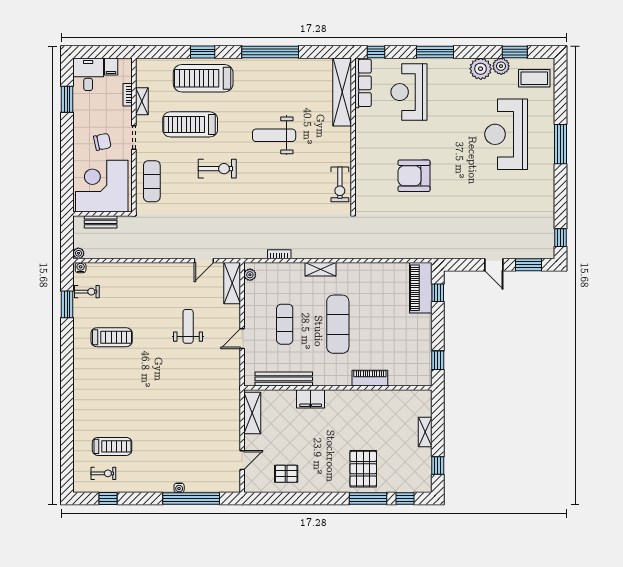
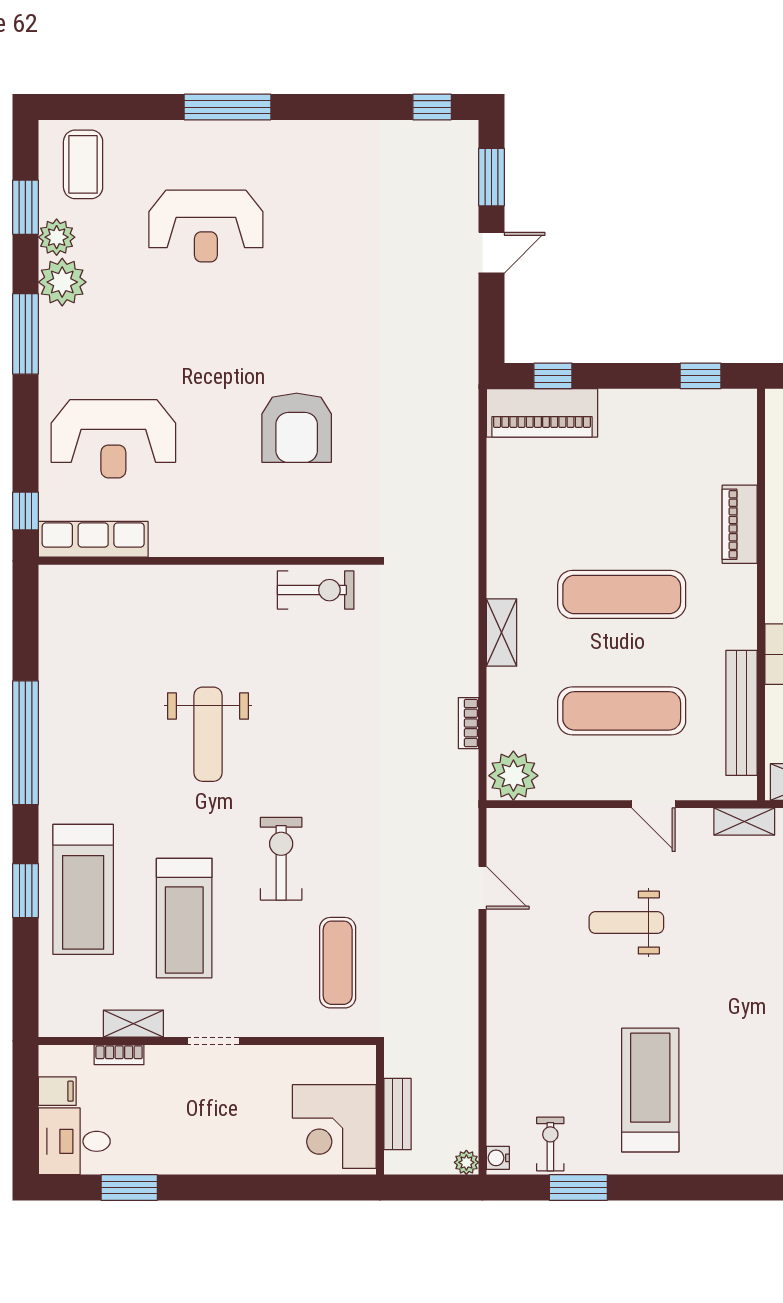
window: (435, 52) -> (25, 334), moved
shelving: (342, 92) -> (113, 585), removed
reception desk: (506, 134) -> (206, 226), width x0.74, depth x0.77
chair: (102, 142) -> (222, 1110), removed
exercise mat: (152, 181) -> (338, 963), moved, turned 90
corner desk: (102, 186) -> (334, 1127), width x0.74, depth x0.74
plant: (250, 275) -> (513, 776), width x1.88, depth x1.88
shelving: (232, 283) -> (744, 822), moved, width x0.67, depth x0.75
exercise mat: (285, 324) -> (622, 711), width x1.36, depth x1.45
treadmill: (112, 337) -> (650, 1090), width x1.37, depth x1.38

